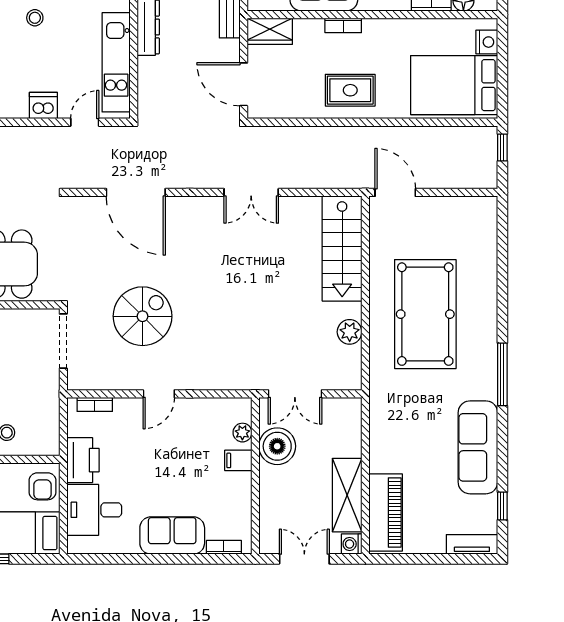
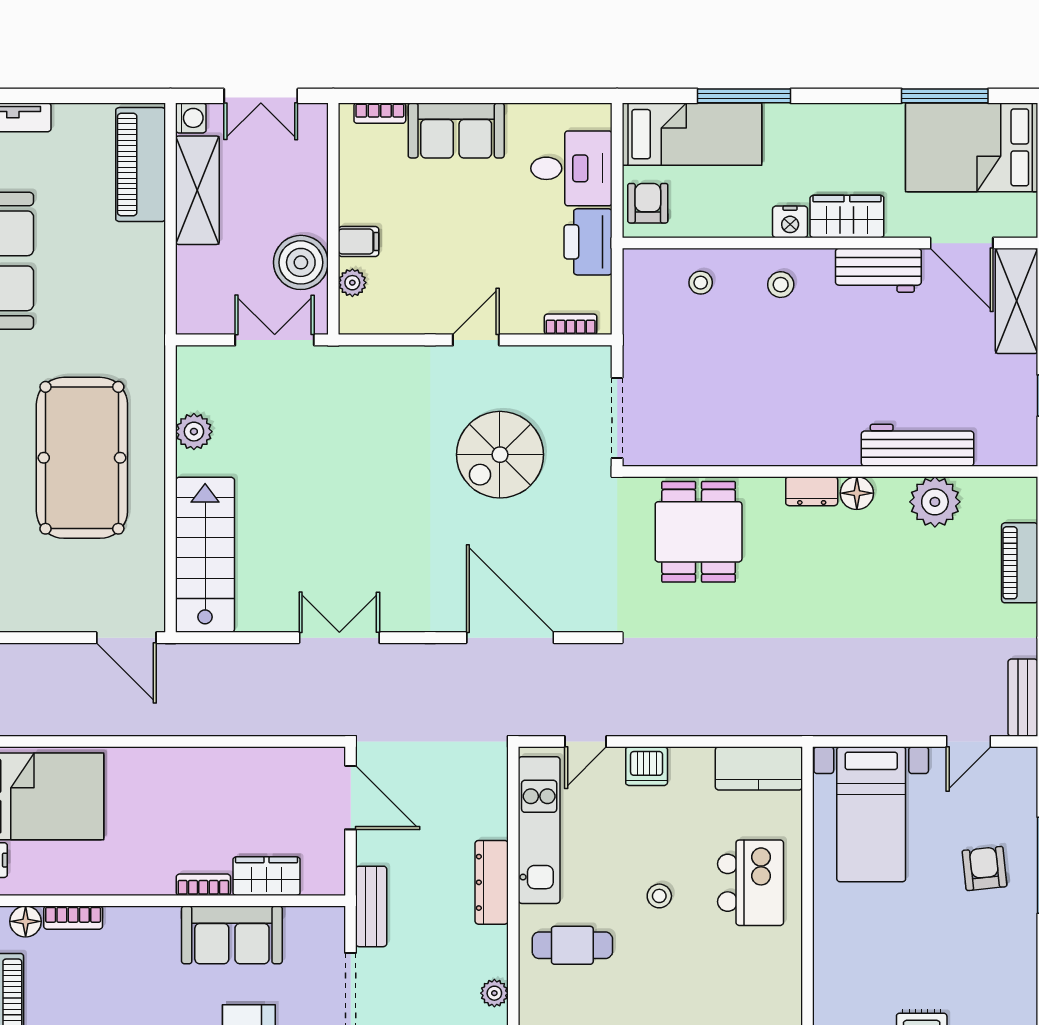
wardrobe: (270, 31) -> (267, 876), moved
rug: (350, 90) -> (193, 789), removed

